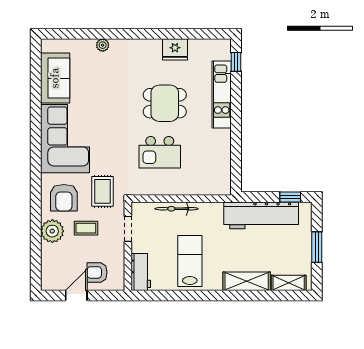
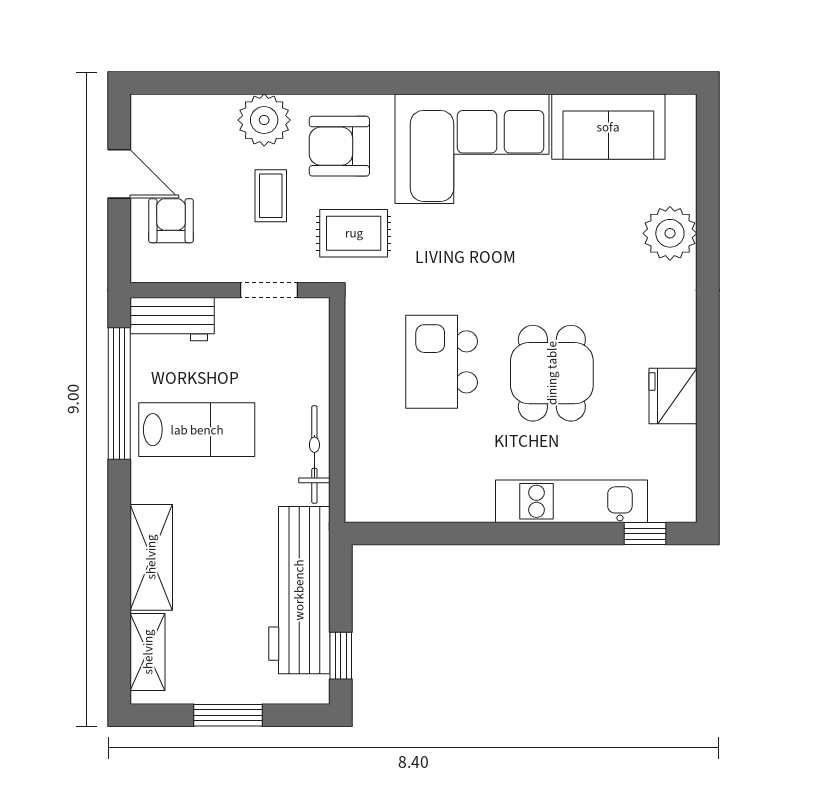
plant: (103, 45) -> (670, 233), width x1.87, depth x1.87
bicycle: (177, 209) -> (314, 455), moved
window: (174, 295) -> (119, 393), added

